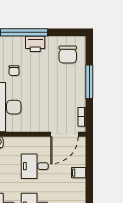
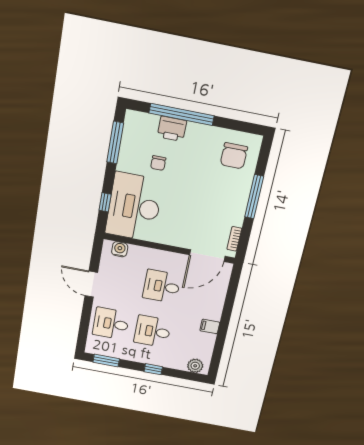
printer: (35, 44) -> (172, 129), moved
filing cabinet: (79, 173) -> (210, 326), moved

